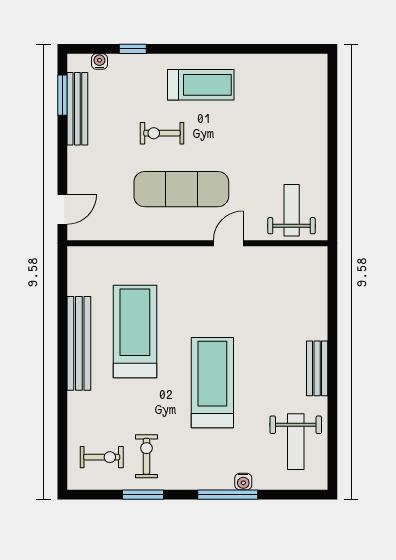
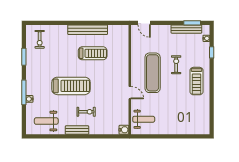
water cooler: (316, 257) -> (124, 130), added
treadmill: (135, 332) -> (93, 53), width x0.73, depth x0.73
exercise bike: (146, 456) -> (86, 112), moved

